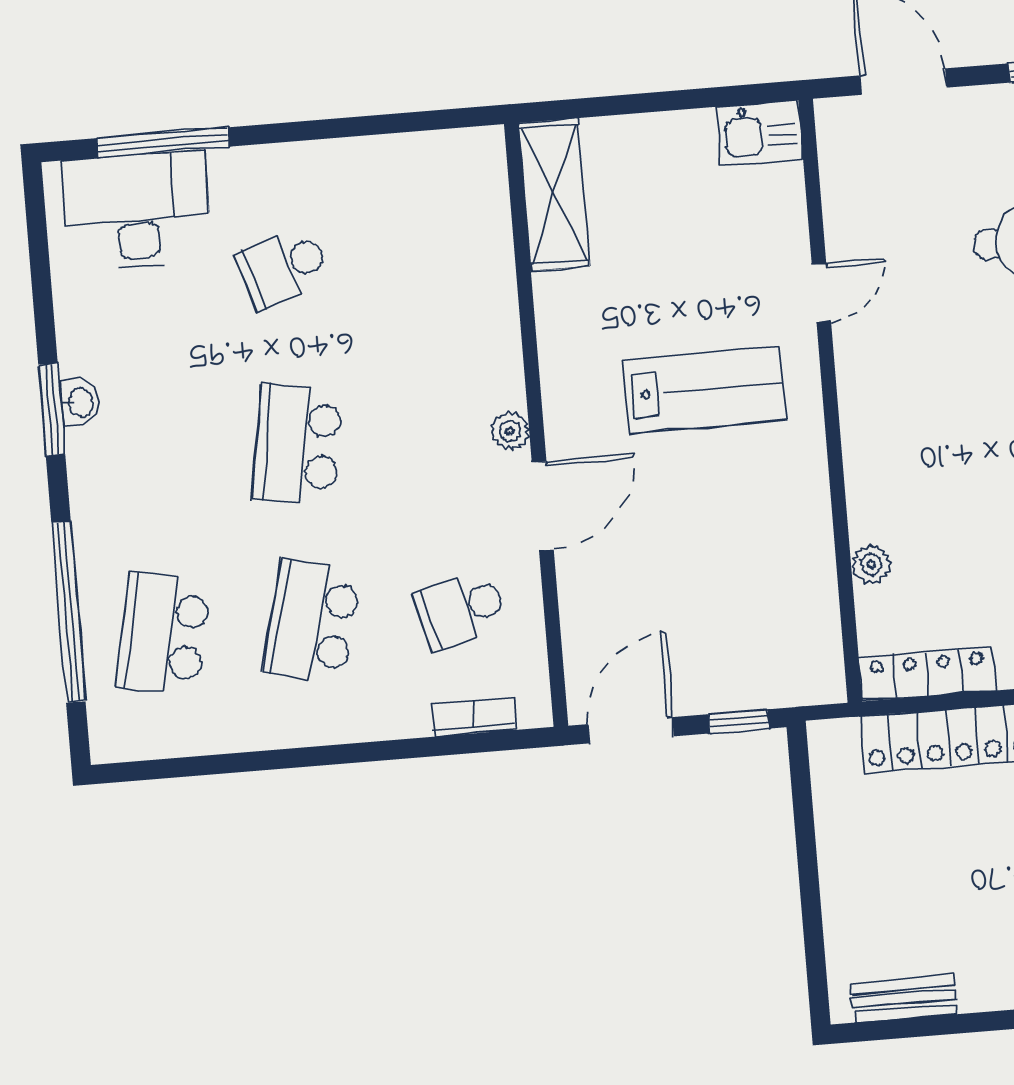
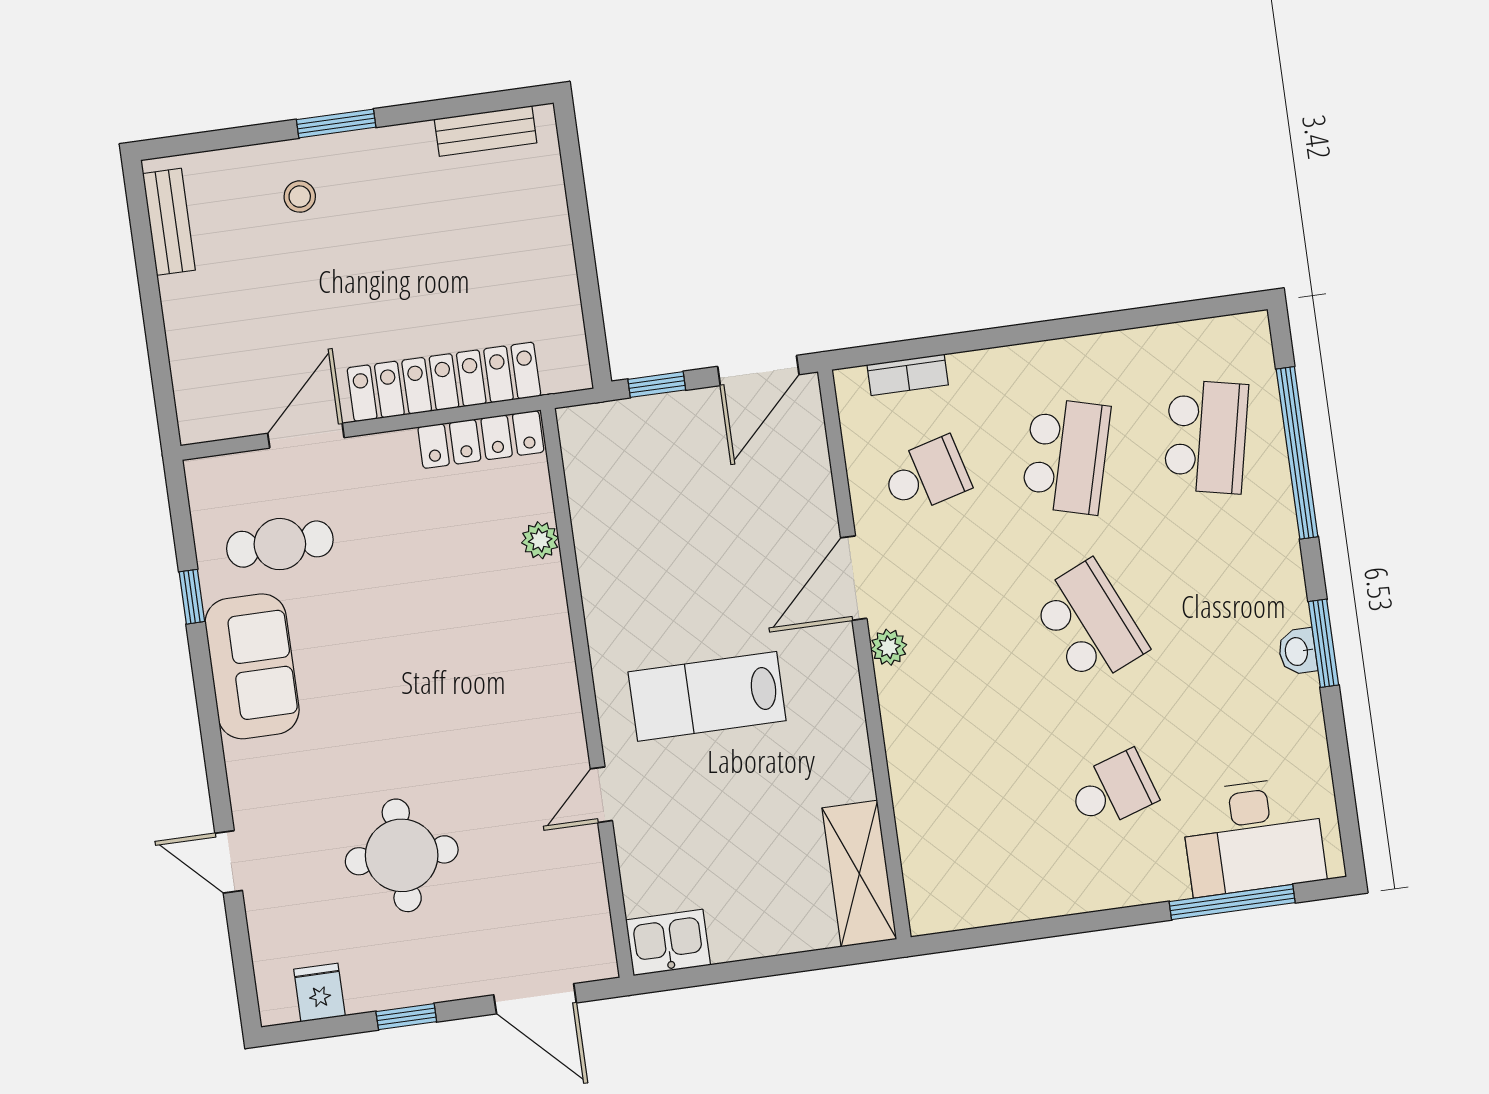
school desk: (297, 445) -> (1089, 623), turned -33

